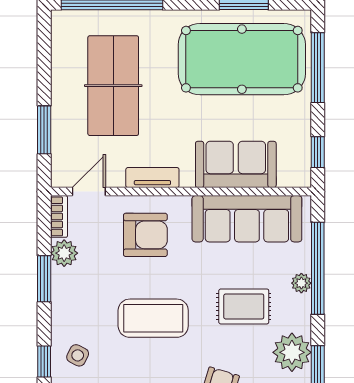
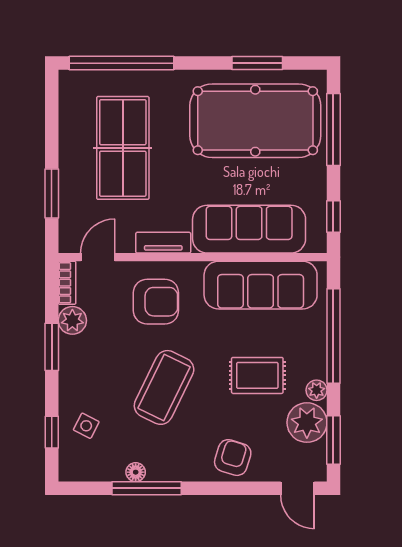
sofa: (236, 164) -> (249, 229), width x1.36
plant: (301, 283) -> (317, 390), moved
coffee table: (153, 318) -> (164, 387), turned -64

